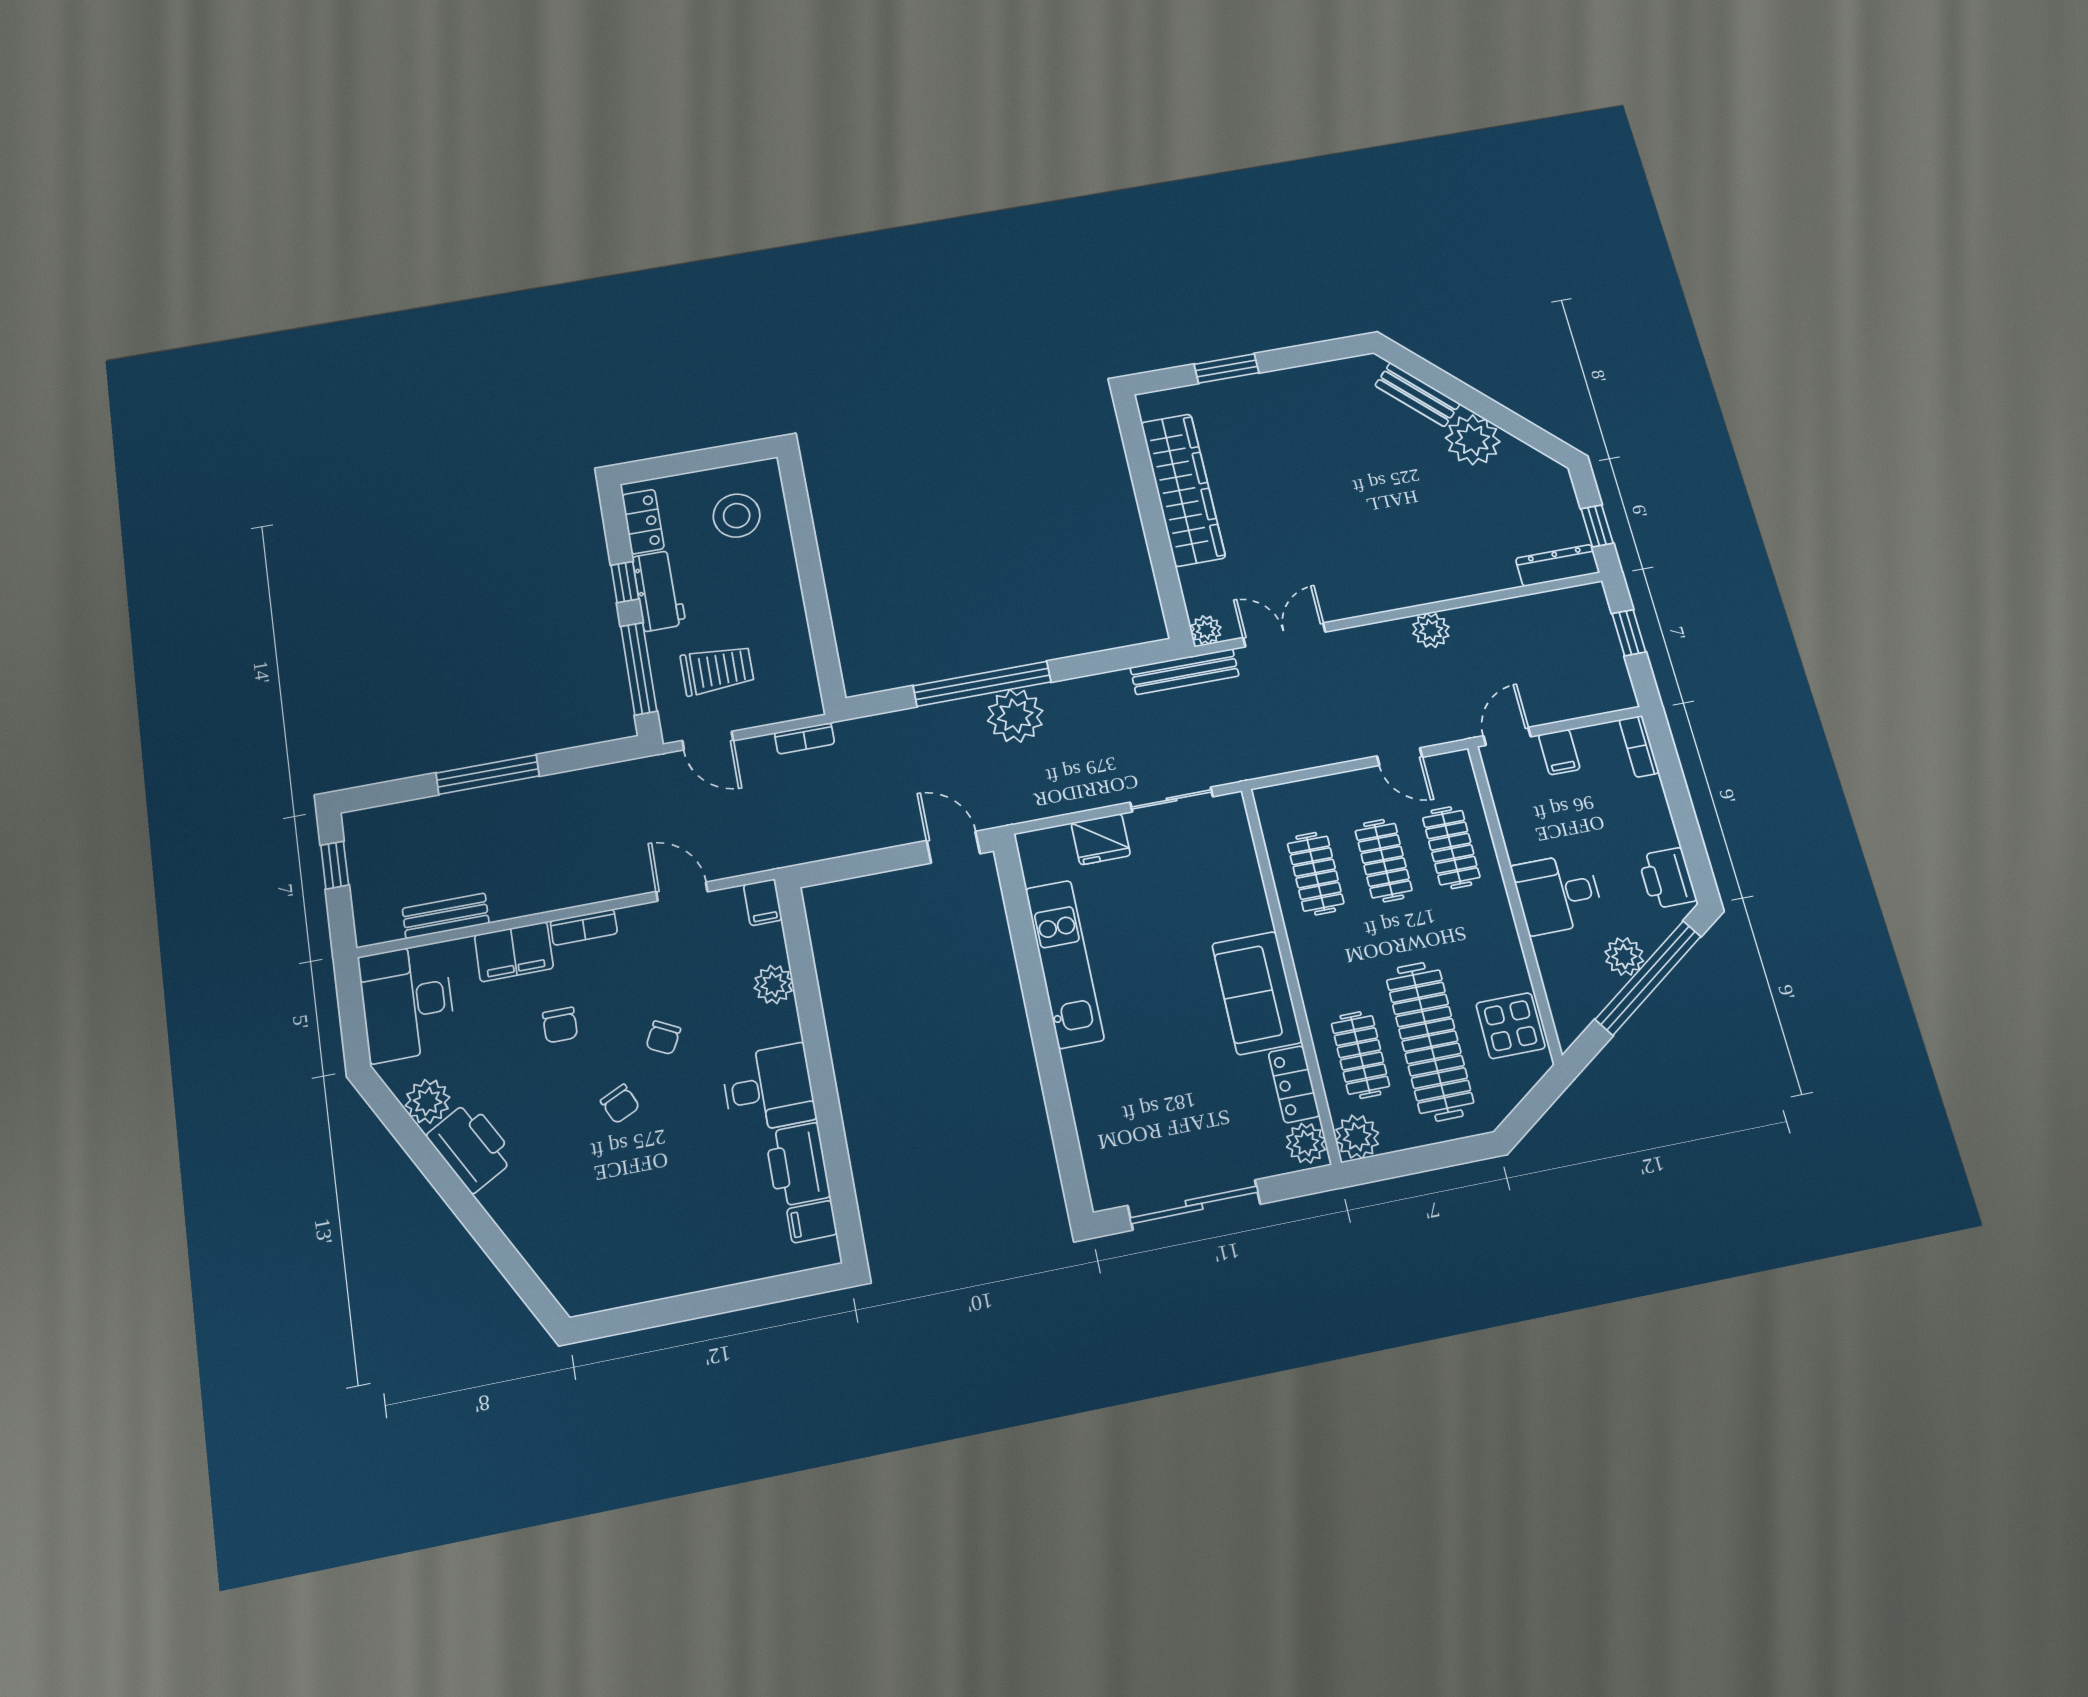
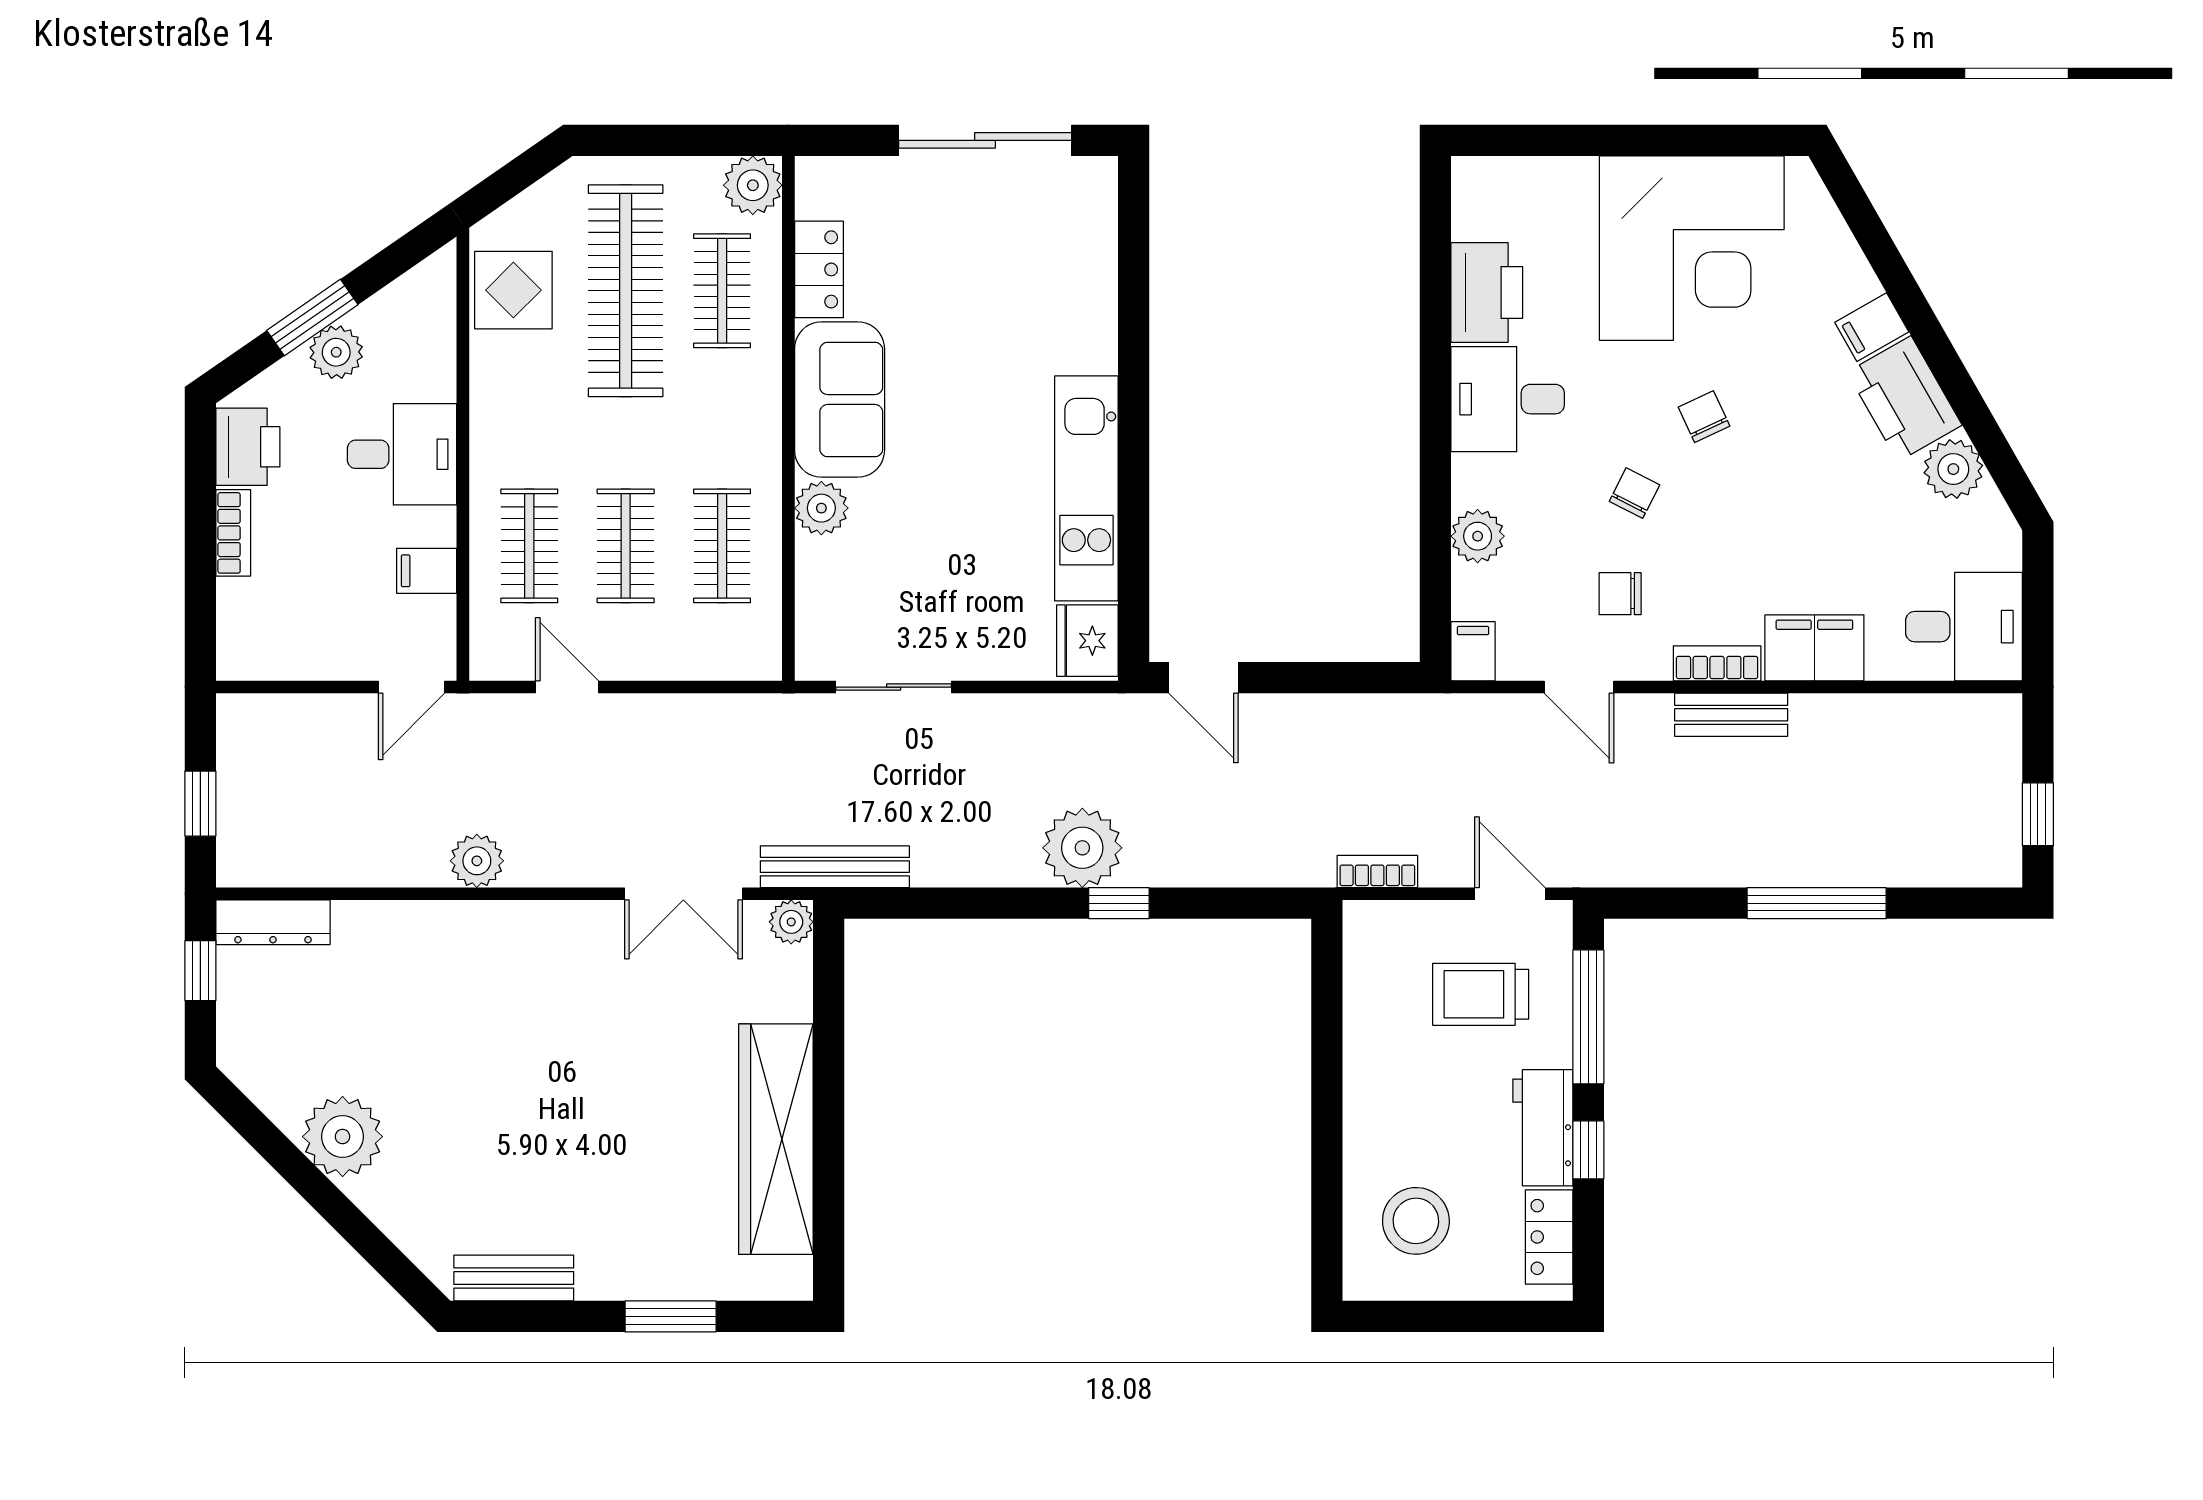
bench: (1417, 395) -> (514, 1278), moved, turned -45
window: (982, 684) -> (1119, 903), width x0.32
bookcase: (1639, 746) -> (233, 533), moved
filing cabinet: (1559, 752) -> (427, 571), moved, turned -90
fridge: (1101, 839) -> (1087, 641), moved, turned -90
bench: (446, 916) -> (1731, 715), moved
window: (1648, 978) -> (312, 317), width x0.47
desk: (407, 1002) -> (1964, 627), width x0.73
chair: (560, 1025) -> (1620, 594), moved, turned -90
plant: (1306, 1143) -> (821, 508), moved
filing cabinet: (812, 1222) -> (1872, 327), moved, turned 150
corner desk: (648, 1229) -> (1692, 248), added

